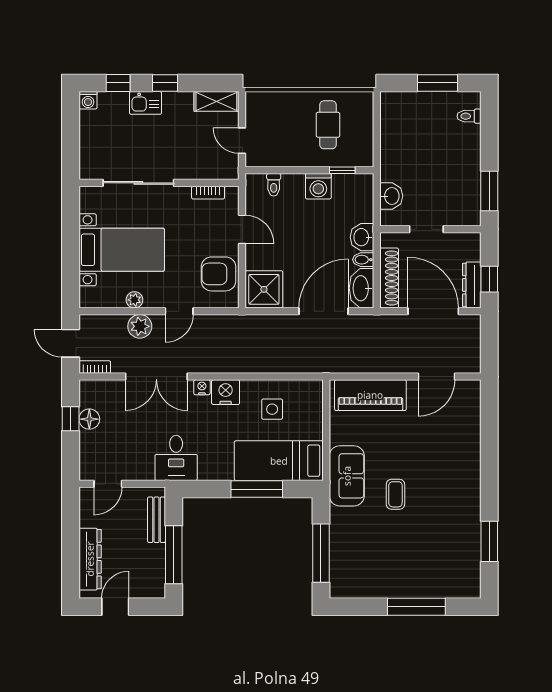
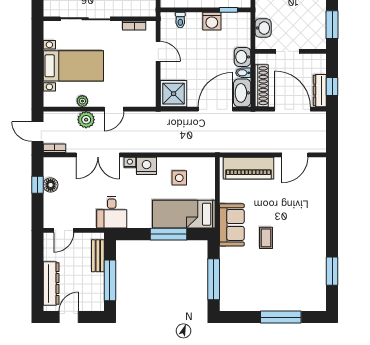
armchair: (219, 274) -> (142, 83), removed

